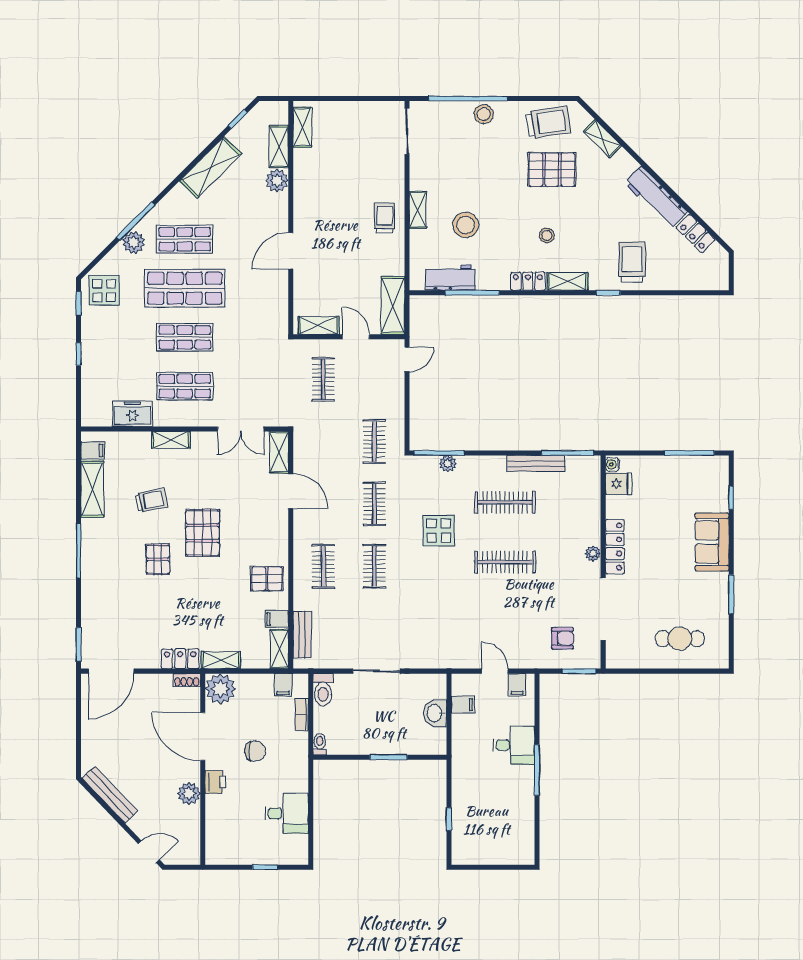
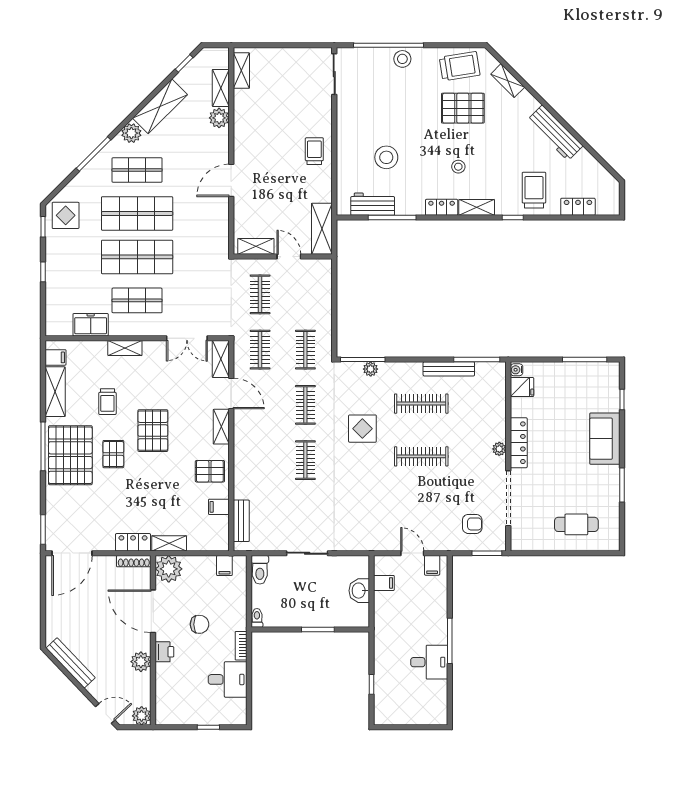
shelving: (418, 210) -> (344, 144), removed
locker: (696, 233) -> (578, 207), moved, turned 135
plant: (134, 242) -> (131, 133), moved
shop shelf: (185, 337) -> (137, 257), width x1.43, depth x1.36
door: (407, 359) -> (334, 277), removed
trolley: (151, 500) -> (107, 402), turned 101
pallet: (110, 561) -> (70, 455), added
clothes rail: (323, 566) -> (260, 350), moved
shelving: (280, 649) -> (221, 427), moved
shoe rack: (187, 680) -> (134, 561), width x1.43
bookcase: (302, 715) -> (241, 646), moved
desk: (514, 745) -> (429, 662), moved
plant: (190, 854) -> (142, 716), added

